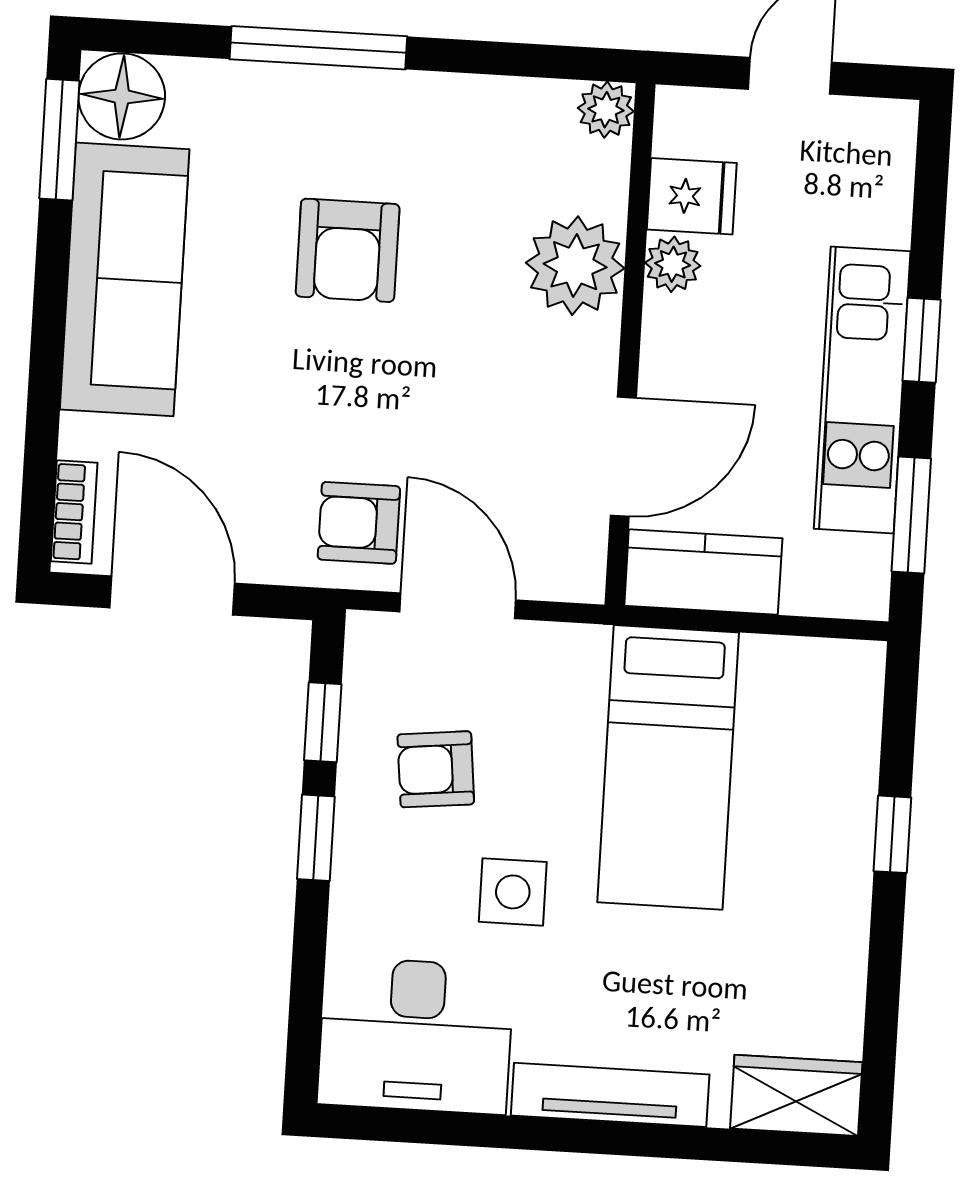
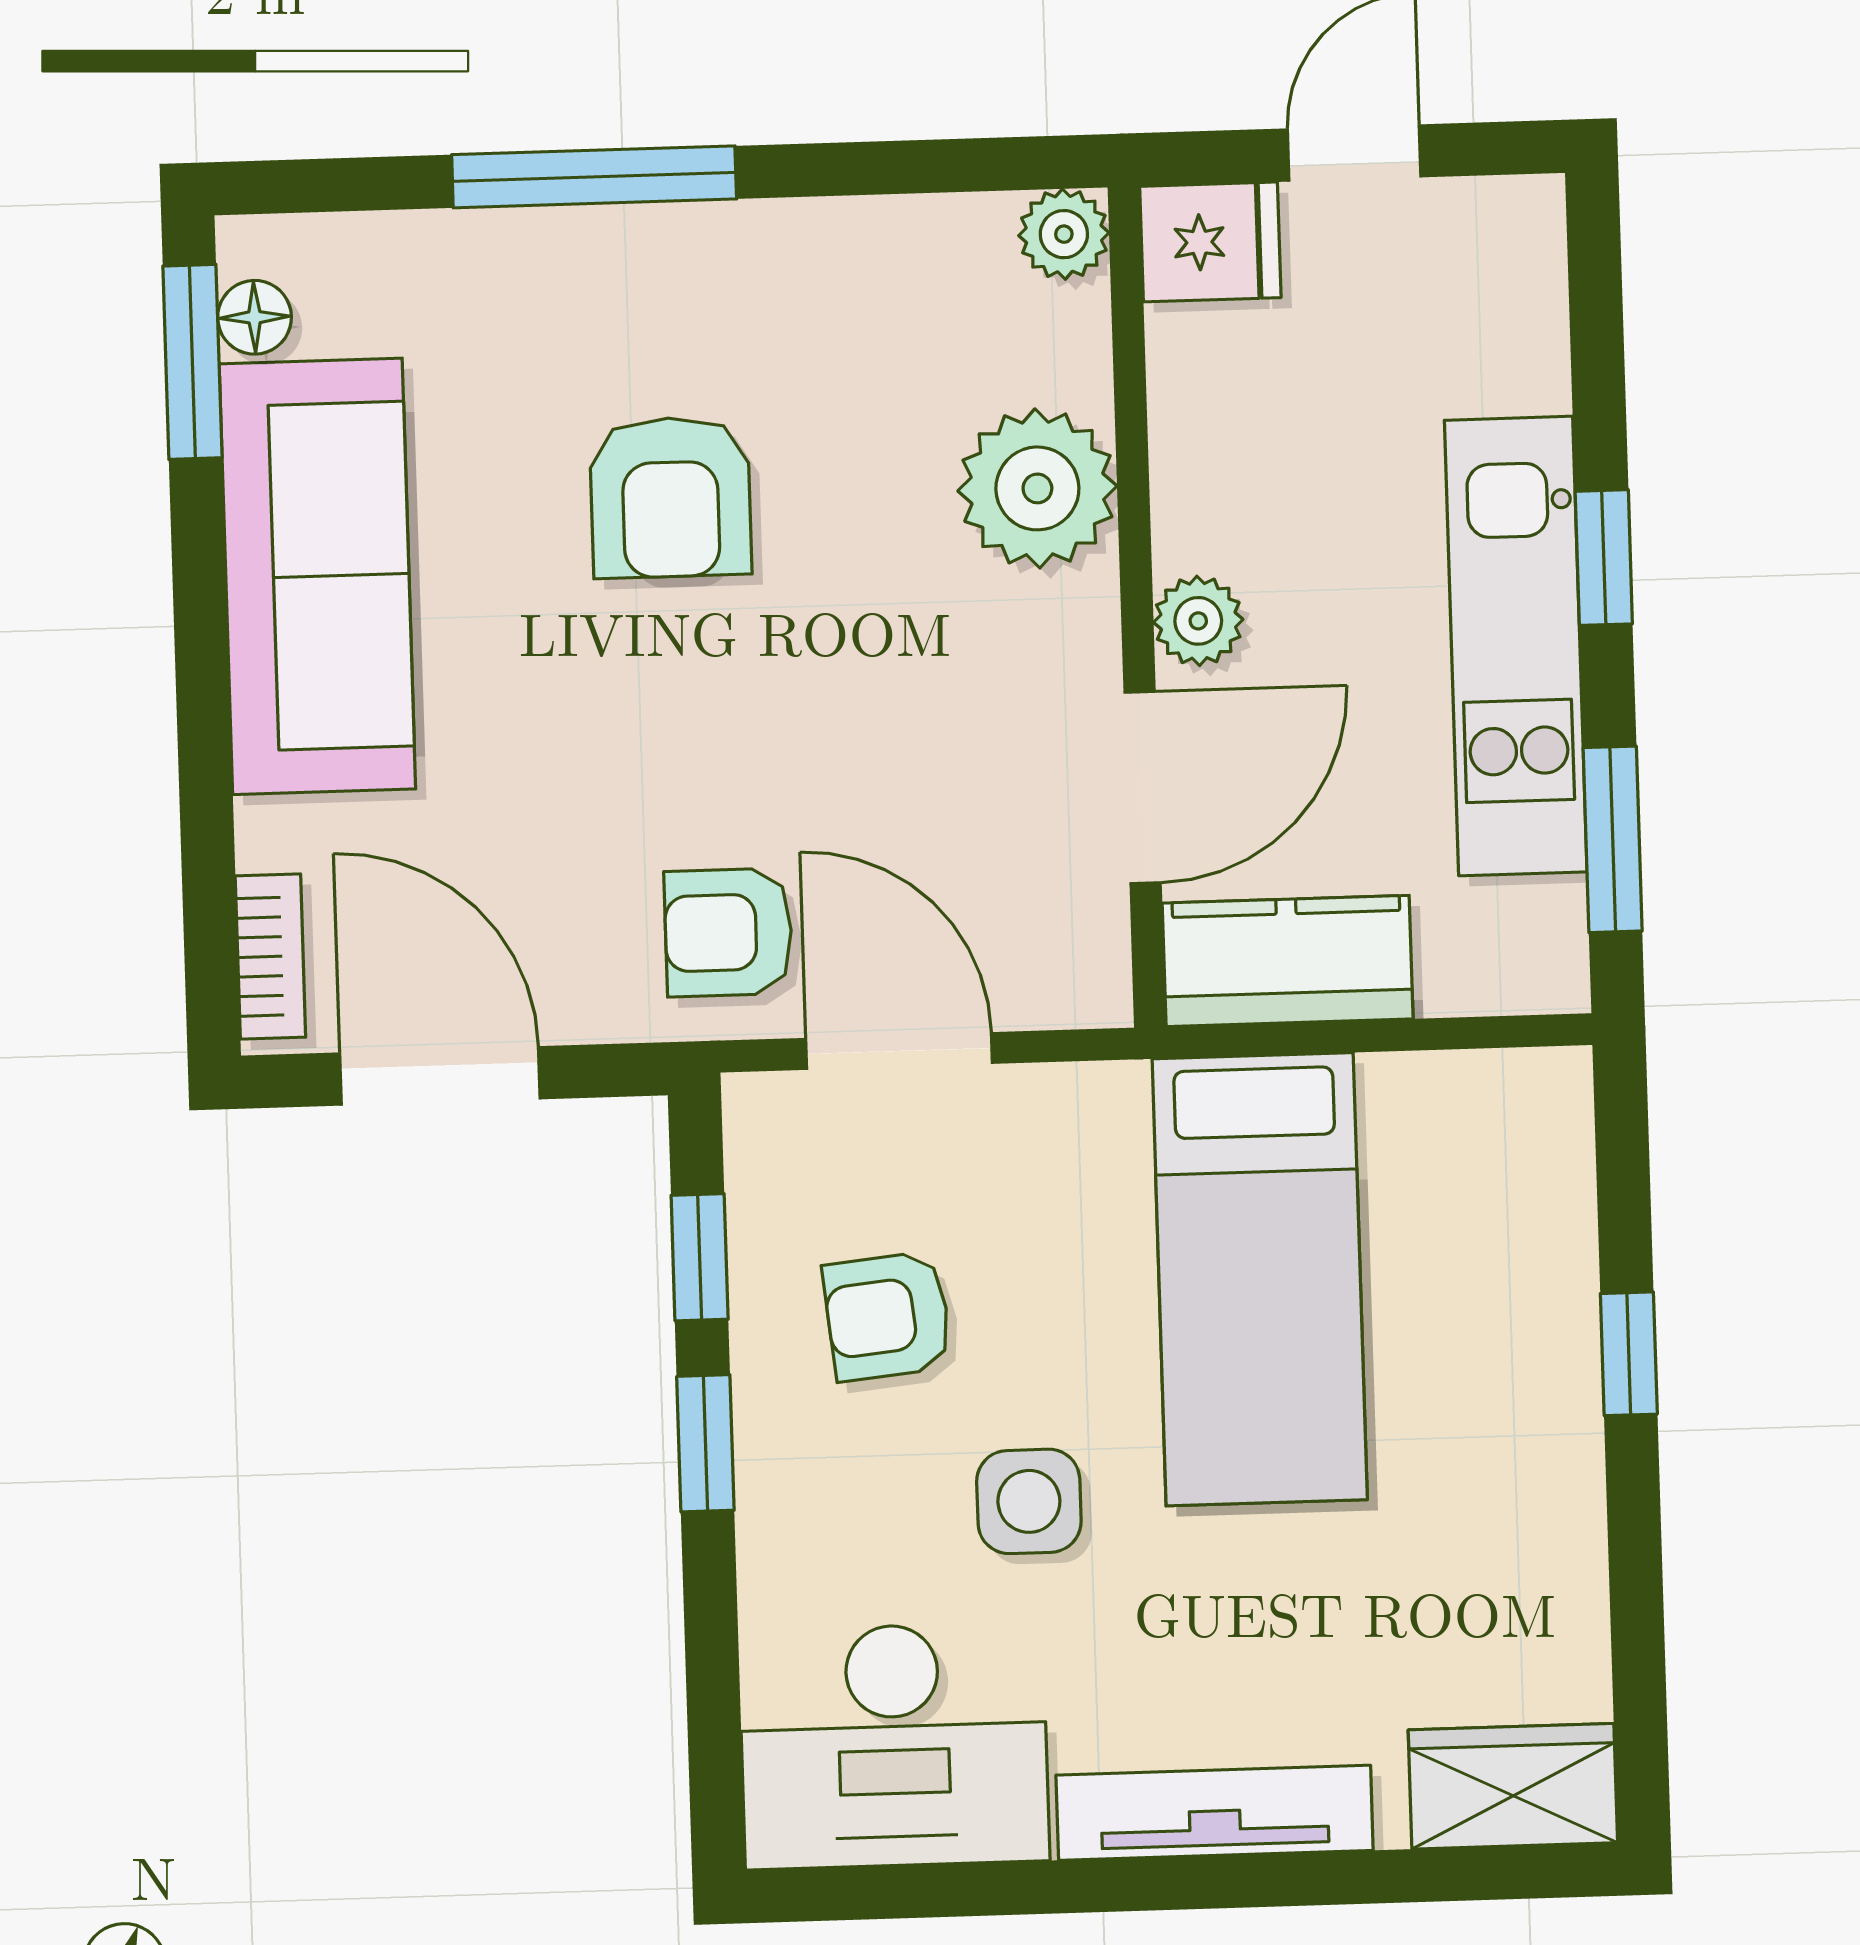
floor lamp: (122, 96) -> (255, 317), width x0.53, depth x0.53
fridge: (692, 196) -> (1210, 242), moved
plant: (673, 264) -> (1198, 621), moved

